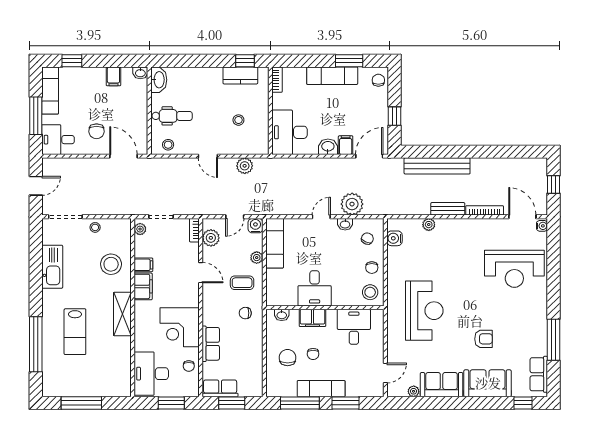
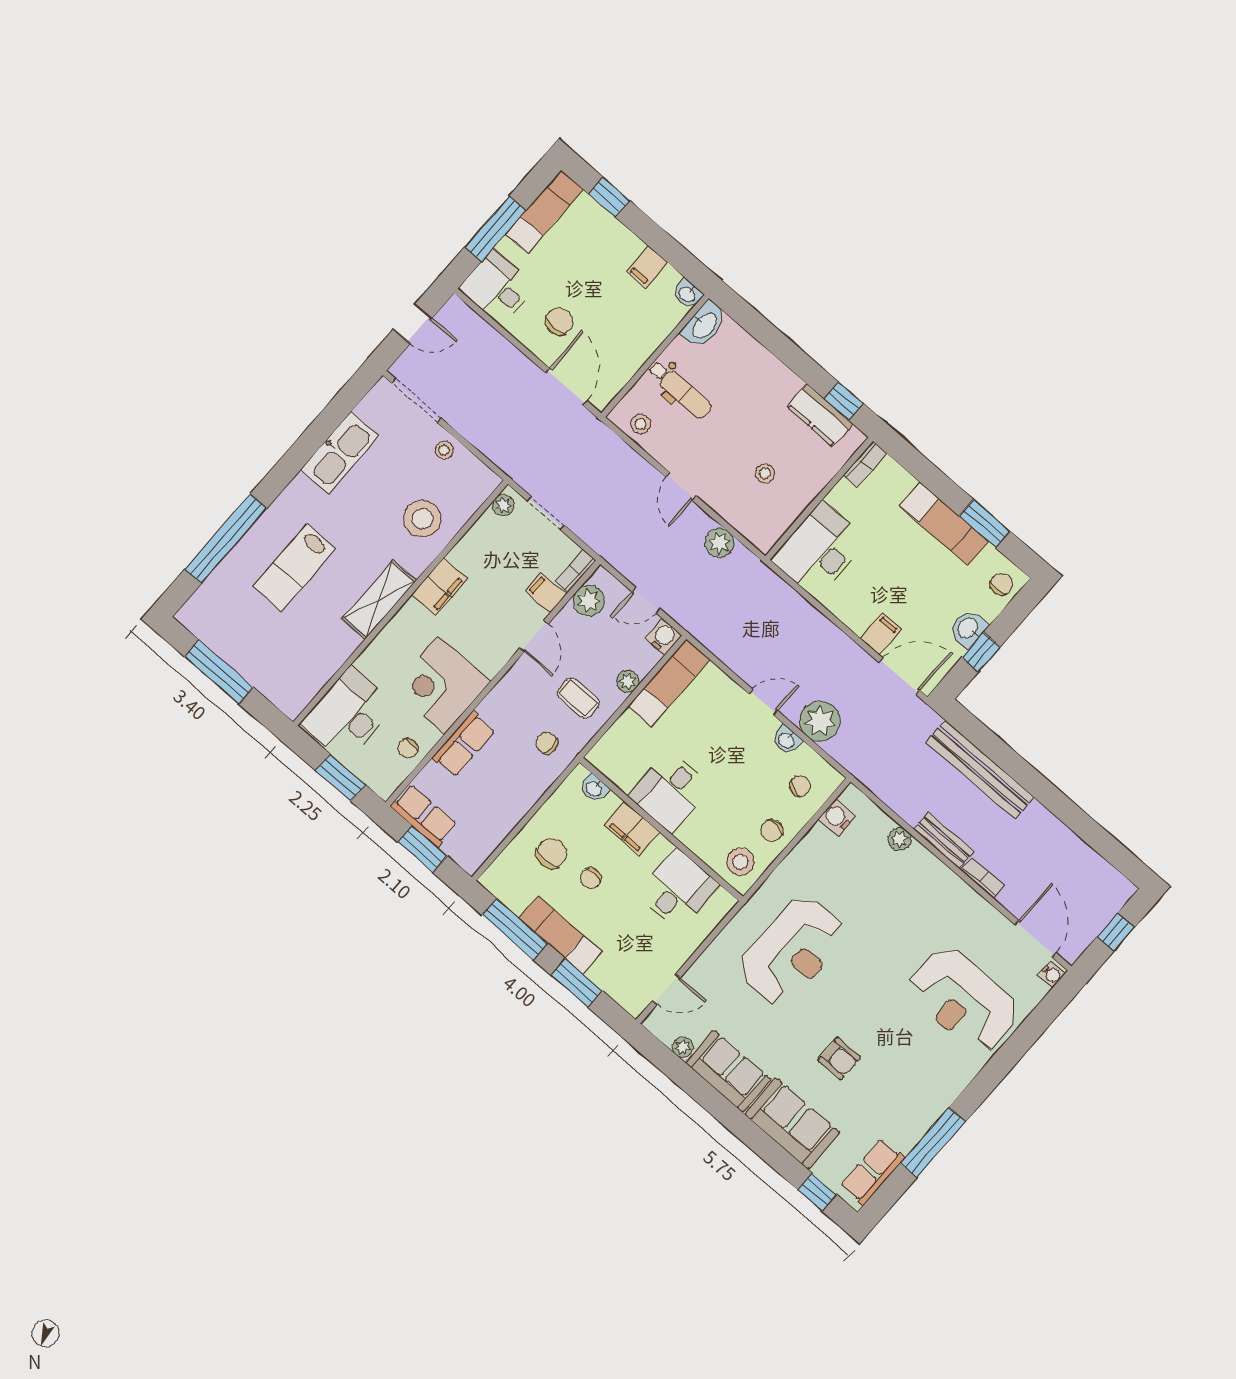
chair: (97, 131) -> (559, 321), turned 180
washbasin: (328, 147) -> (968, 628), moved, turned -90
bookcase: (485, 210) -> (983, 878), width x0.64
filing cabinet: (143, 265) -> (546, 593), moved, turned 180

